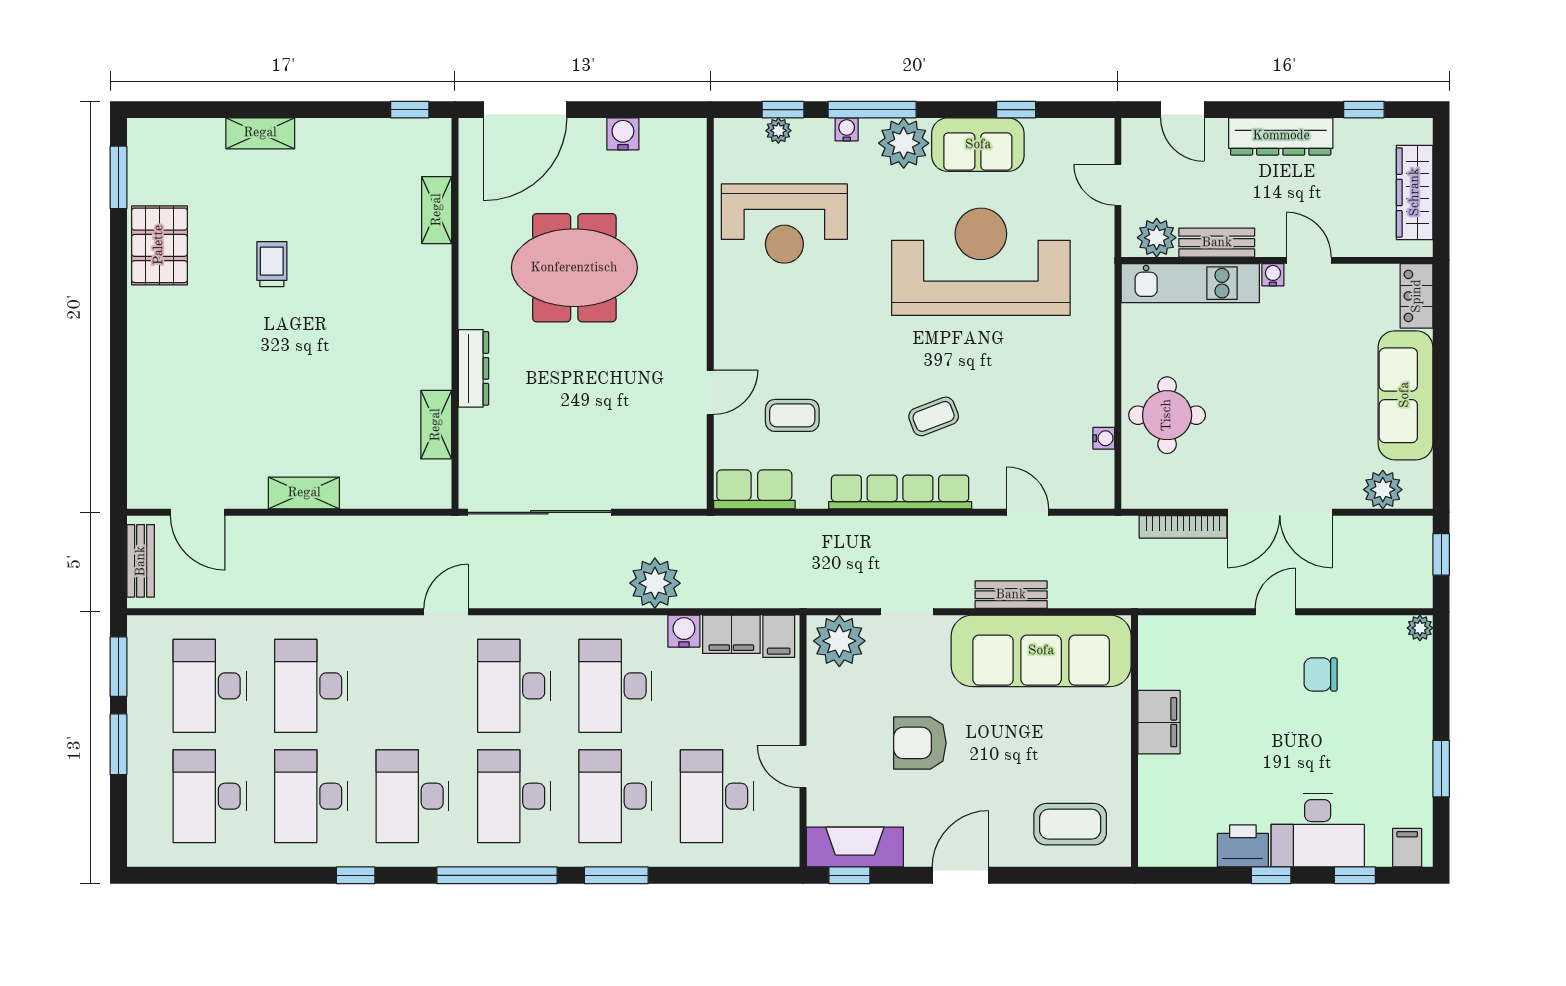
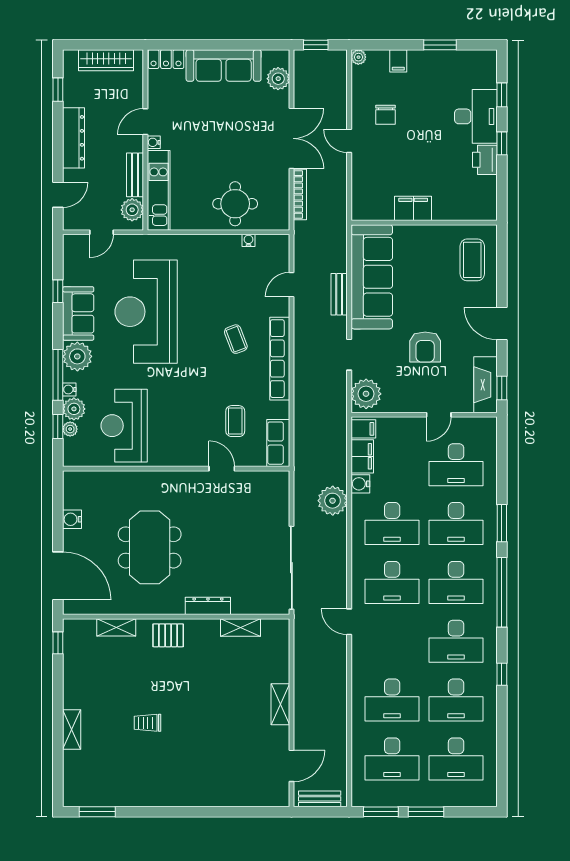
plant: (813, 137) -> (74, 409), added
reception desk: (784, 224) -> (124, 426), turned 180
pallet: (159, 245) -> (168, 635), moved, width x0.67, depth x0.71
filing cabinet: (1407, 848) -> (398, 61), moved, turned -90

